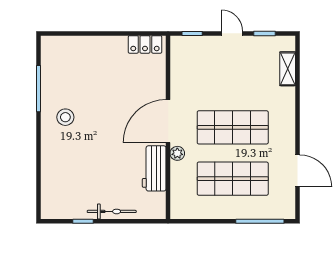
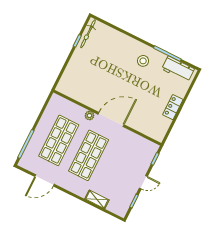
locker: (145, 44) -> (173, 107), moved
shelving: (288, 69) -> (97, 199), moved
door: (168, 121) -> (111, 119), hinge flipped
workbench: (154, 168) -> (178, 69), moved, turned 180
bicycle: (112, 211) -> (88, 34), moved

